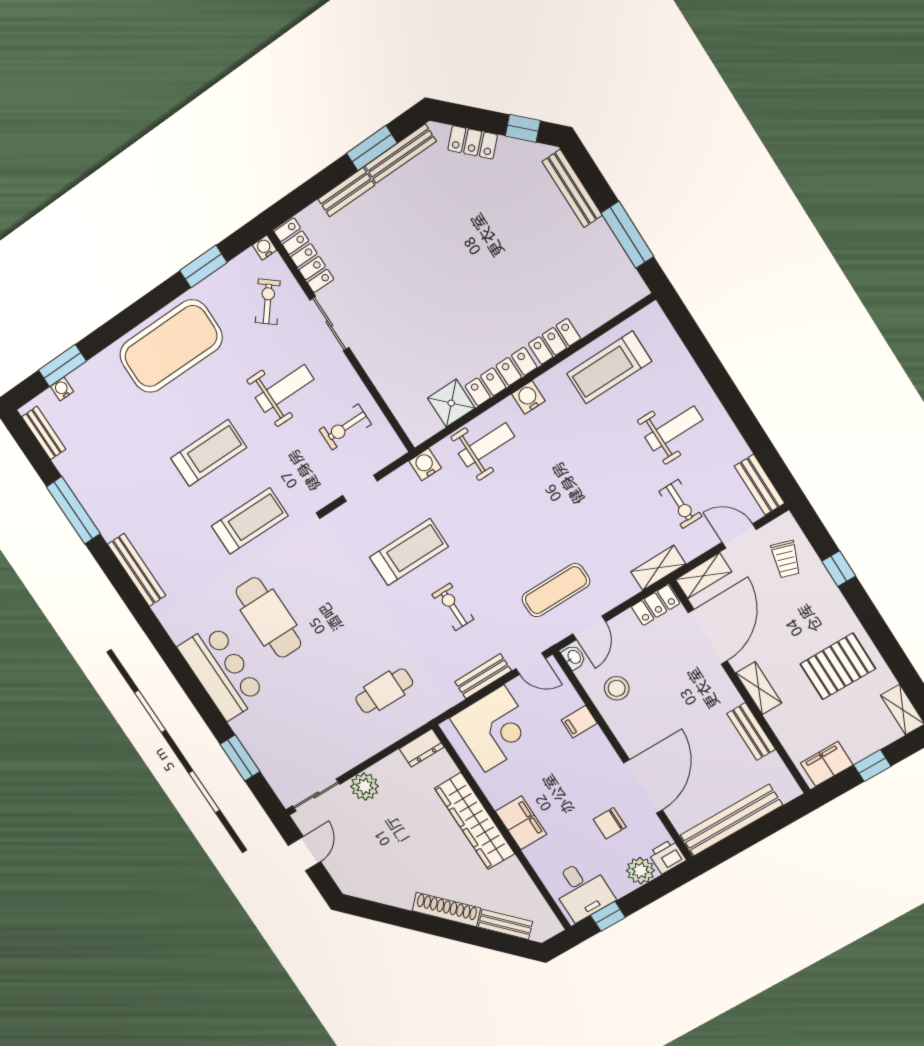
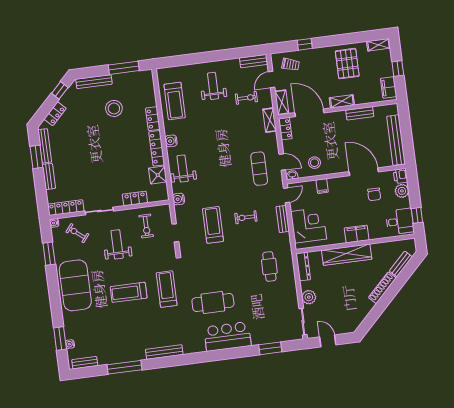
stool: (538, 255) -> (114, 108), added
locker: (386, 381) -> (135, 198), added
treadmill: (209, 453) -> (129, 292), turned -90
dresser: (422, 748) -> (303, 267), width x1.44

